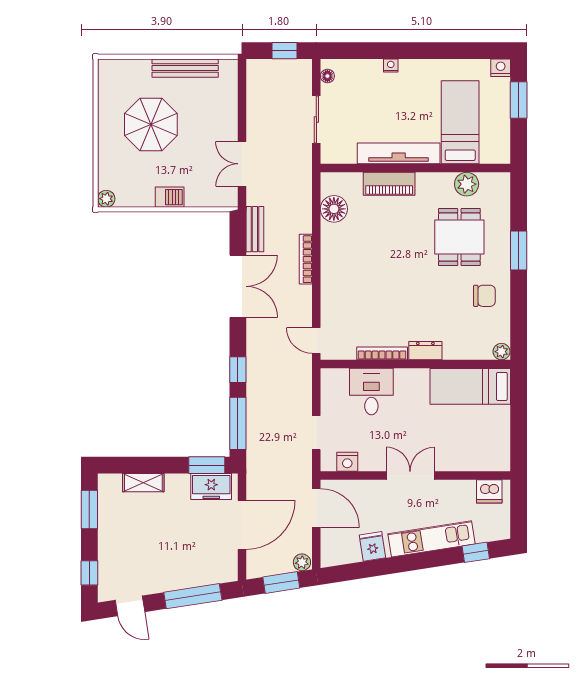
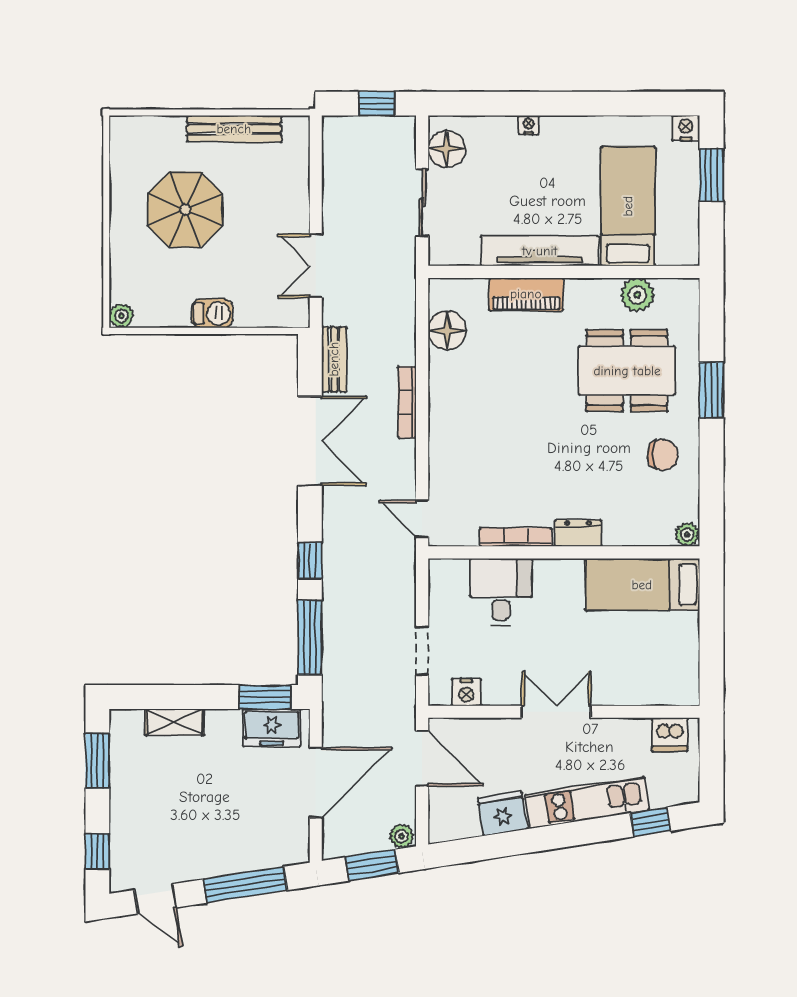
floor lamp: (327, 76) -> (447, 149), width x1.89, depth x1.89
dining table: (459, 237) -> (627, 371), width x1.38
fridge: (373, 546) -> (502, 813), width x1.38

